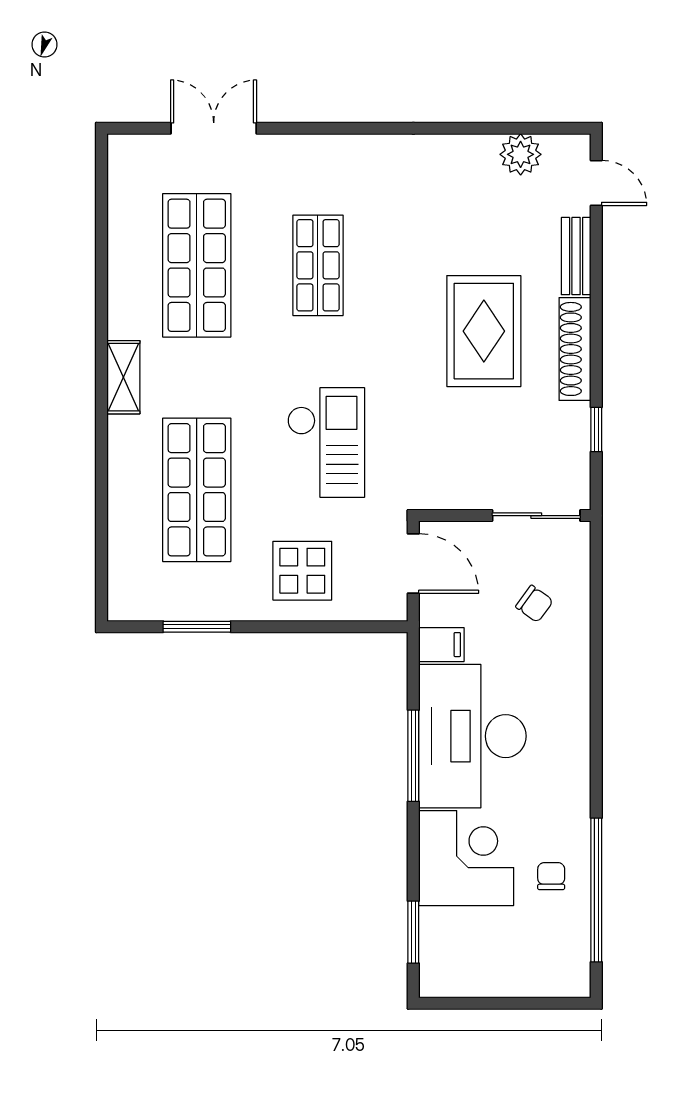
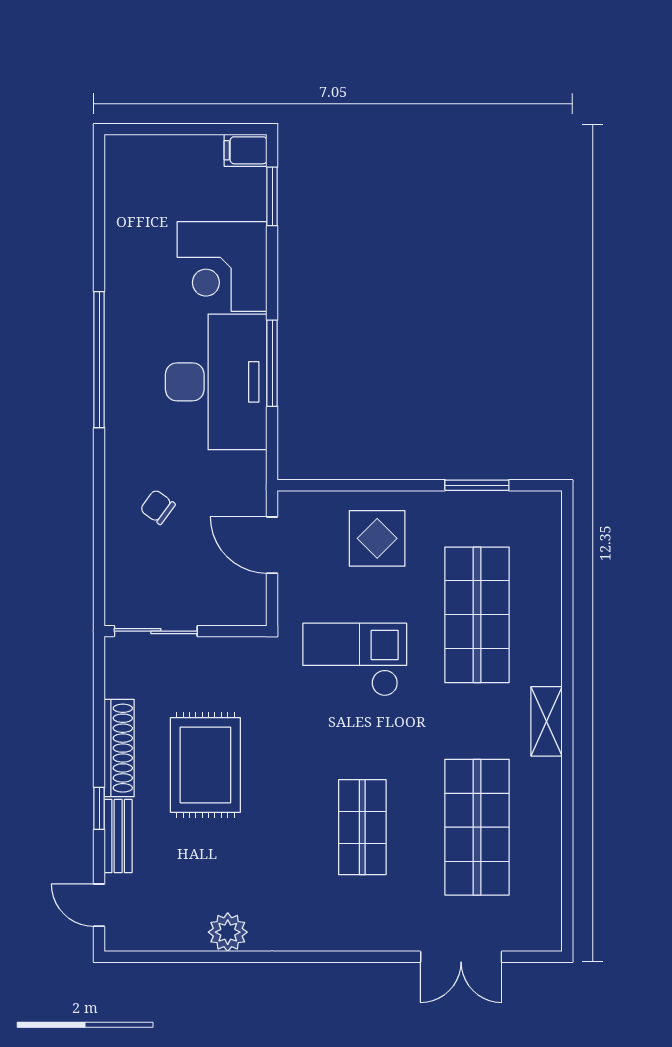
plant: (521, 154) -> (228, 932), moved
window: (596, 430) -> (99, 808), moved
checkout: (326, 443) -> (355, 660), turned 90
wall: (505, 516) -> (186, 631), moved
sliding door: (536, 516) -> (156, 631), moved
filing cabinet: (441, 645) -> (246, 150), moved
chair: (551, 876) -> (142, 249), removed
window: (596, 890) -> (99, 360), moved

